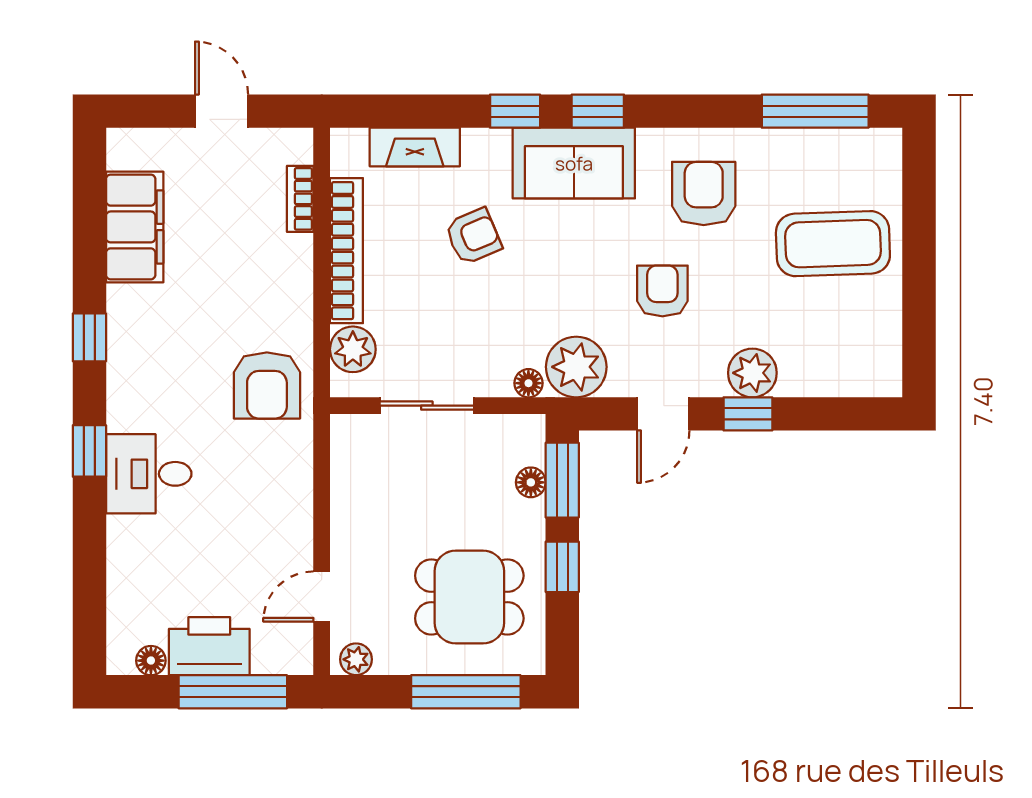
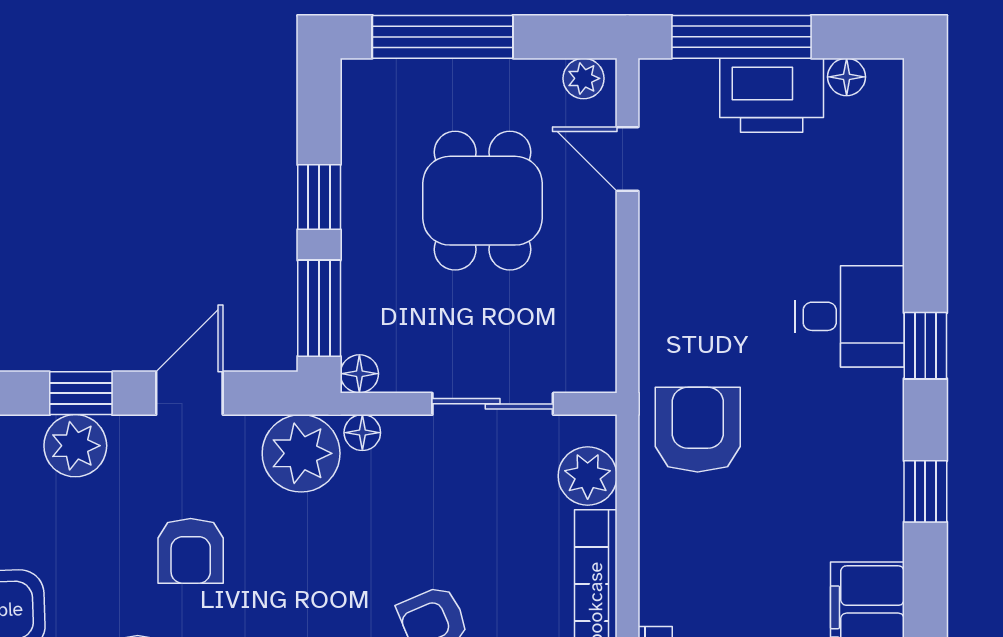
floor lamp: (531, 482) -> (359, 374), moved
door: (322, 597) -> (628, 159), swing flipped
dining table: (469, 597) -> (483, 201), moved, turned 90

